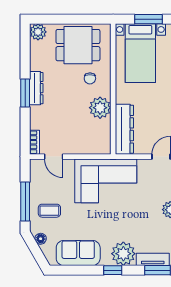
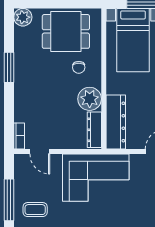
dresser: (36, 88) -> (94, 130), moved, turned 180
window: (25, 93) -> (9, 67), moved

